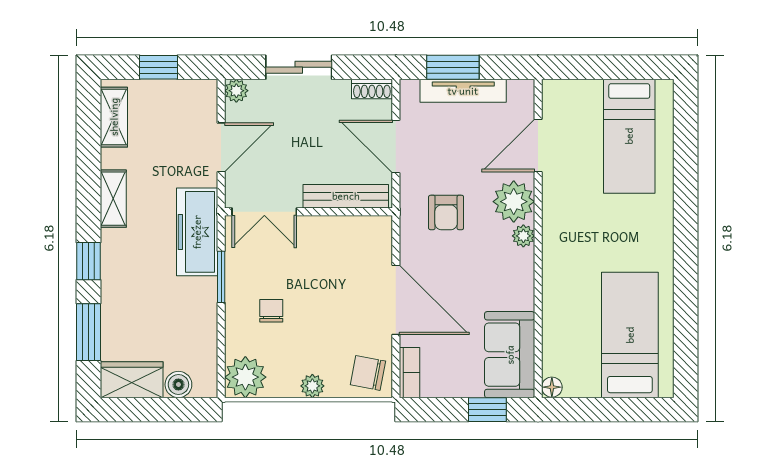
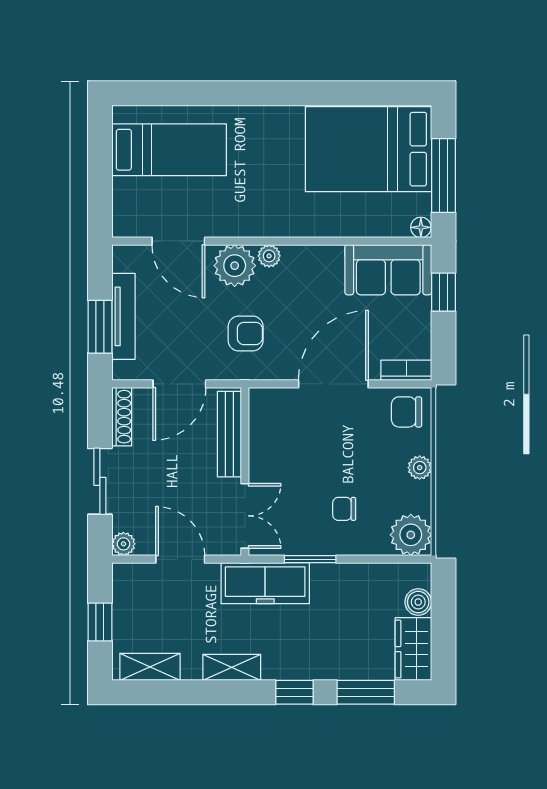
shoe rack: (372, 89) -> (122, 417), width x1.43
bed: (630, 335) -> (368, 149), width x1.50
chair: (368, 373) -> (407, 412), turned 79
window: (604, 410) -> (443, 176), added

